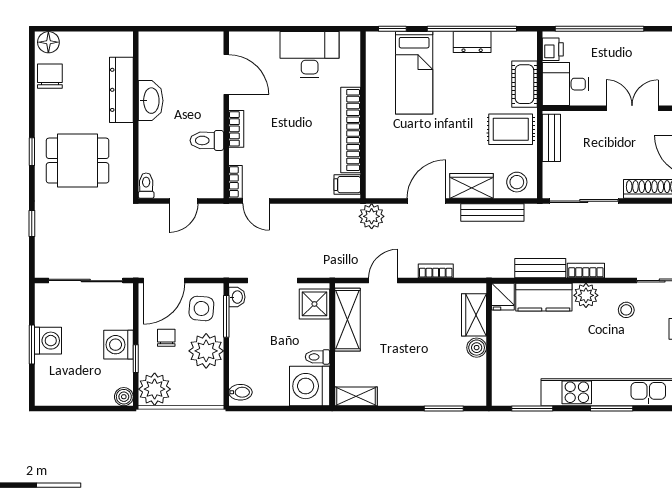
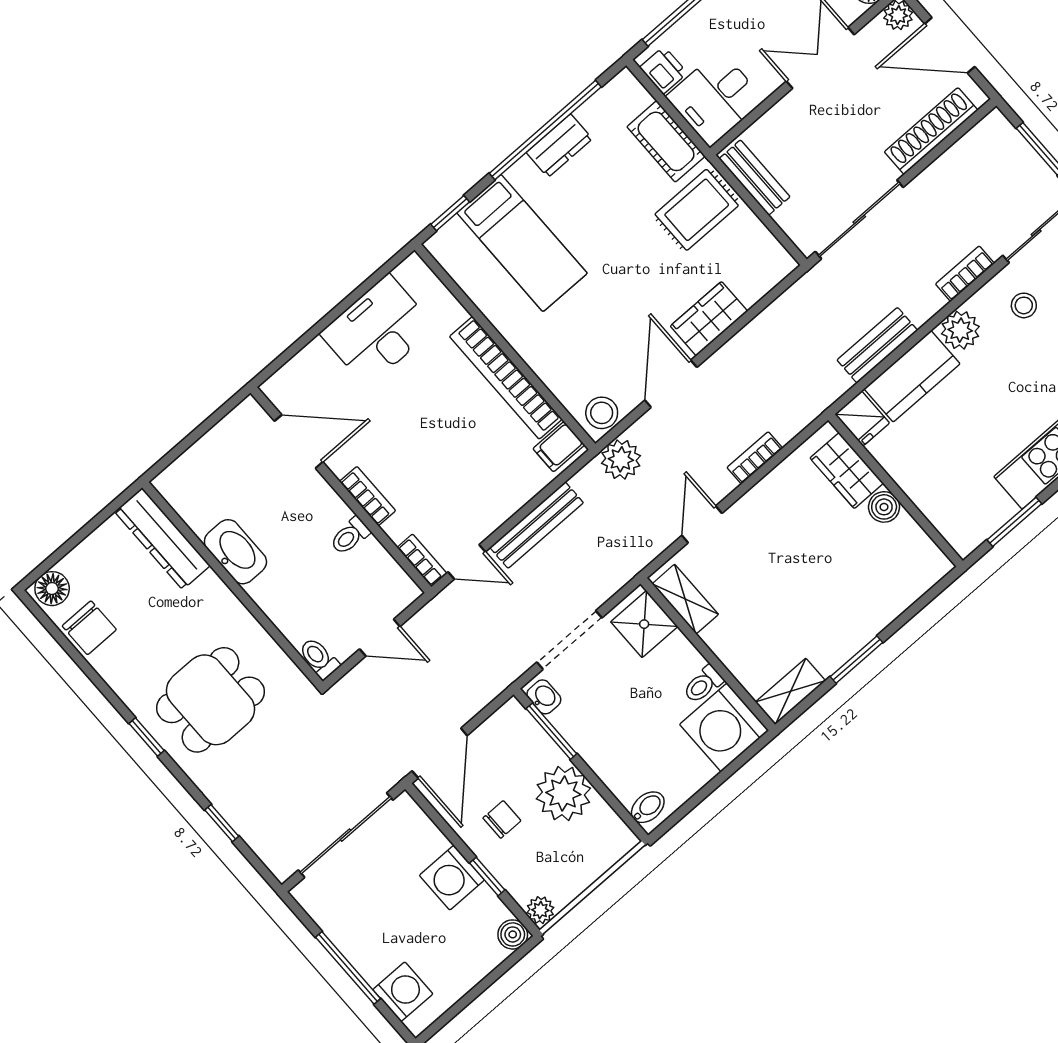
chair: (50, 76) -> (89, 628), turned 180
dresser: (121, 90) -> (162, 539), moved
toilet: (207, 140) -> (350, 536), width x0.73, depth x0.72
stool: (517, 182) -> (602, 413), moved
door: (183, 201) -> (380, 638), hinge flipped
bench: (492, 213) -> (537, 525), moved
bookcase: (586, 271) -> (965, 274), moved
side table: (201, 308) -> (513, 748), removed
shelving: (347, 320) -> (685, 599), width x0.67, depth x0.75
chair: (166, 338) -> (502, 819), turned 90
washing machine: (48, 341) -> (403, 992), moved
window: (32, 344) -> (348, 968), width x1.44
plant: (155, 389) -> (540, 910), width x0.53, depth x0.53
window: (444, 409) -> (857, 660), moved

